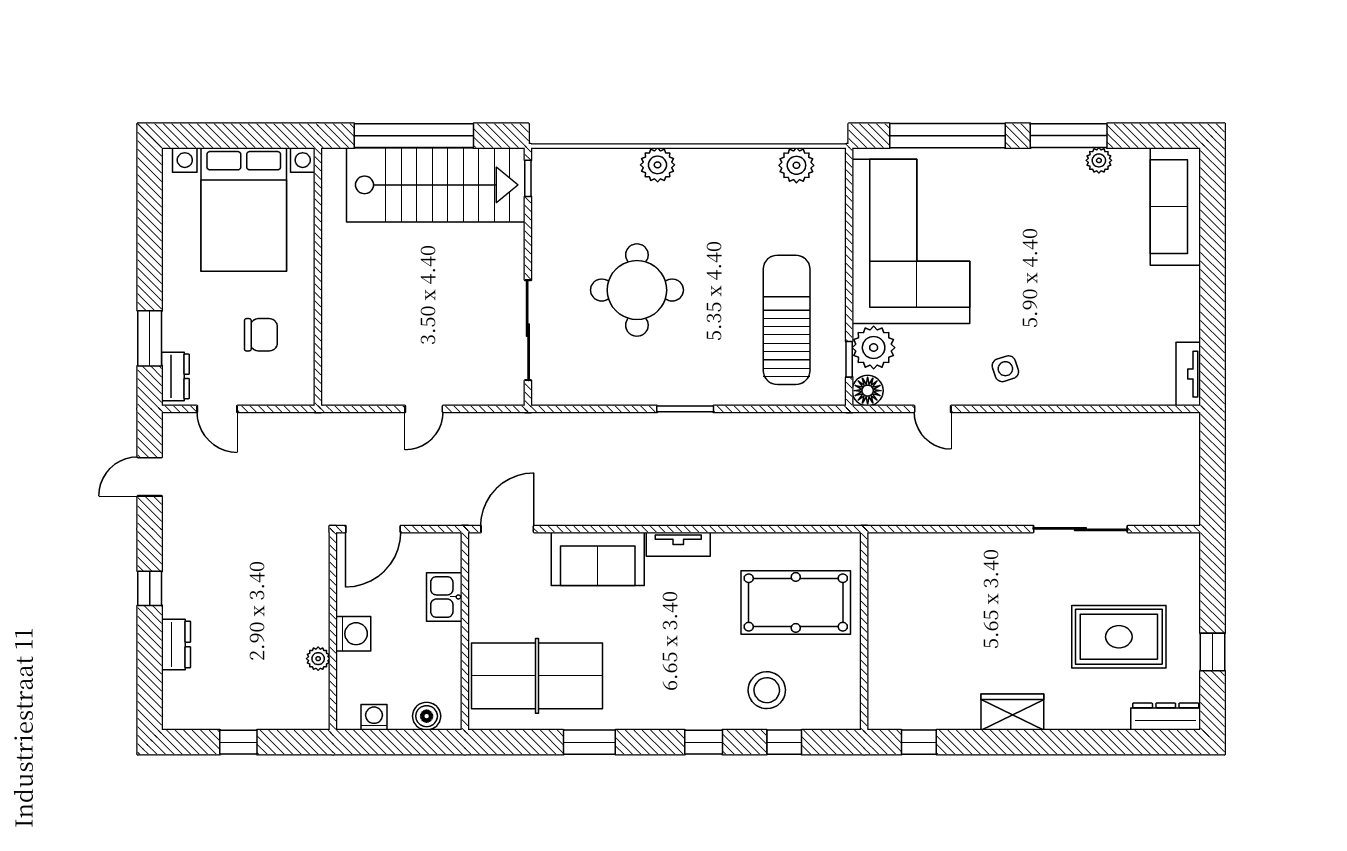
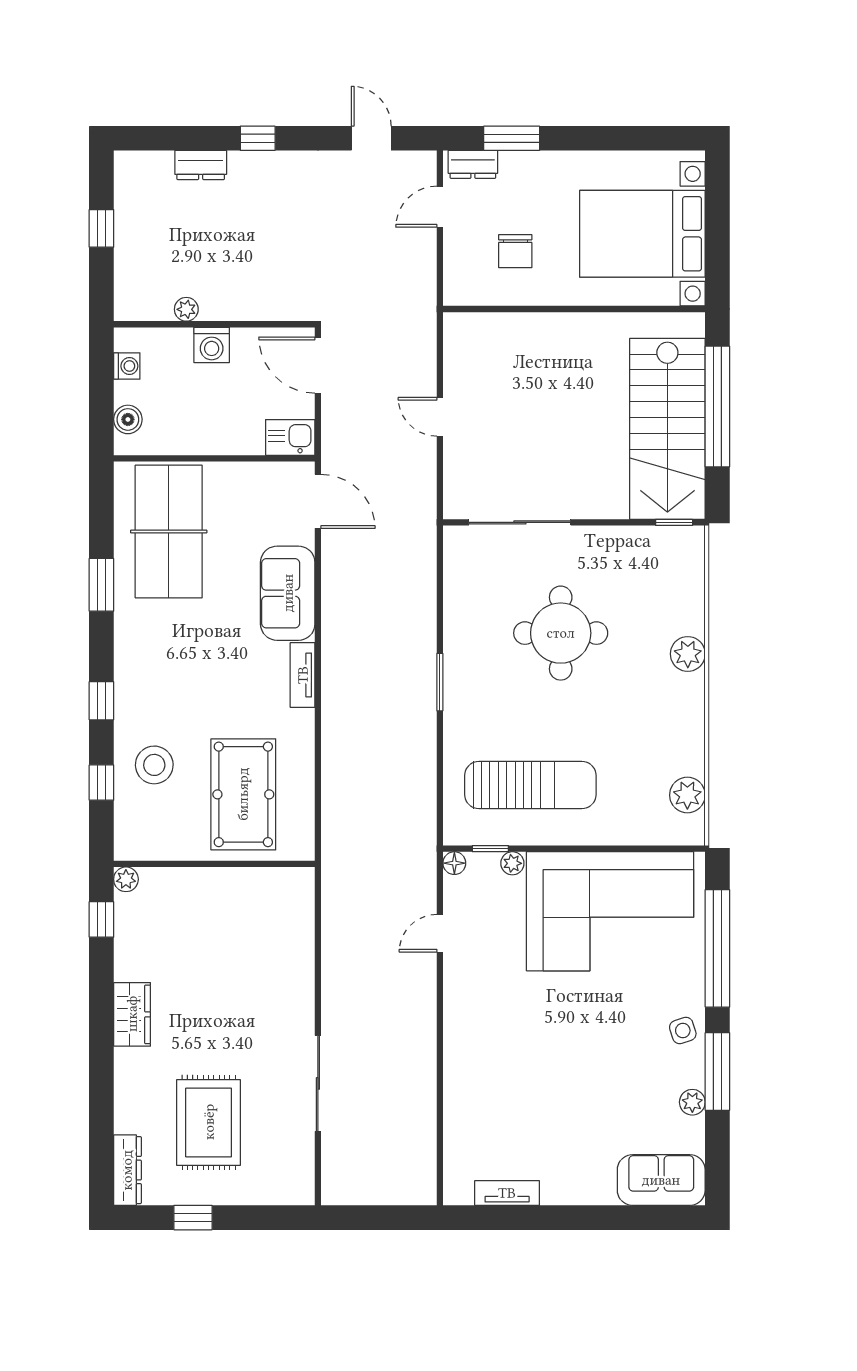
sofa: (1175, 207) -> (661, 1180), width x0.73
plant: (874, 348) -> (512, 863), width x0.53, depth x0.53
side table: (1005, 369) -> (683, 1031), moved
tv unit: (1188, 374) -> (507, 1193), moved
floor lamp: (868, 391) -> (454, 863), width x0.73, depth x0.73
kitchen sink: (444, 597) -> (290, 437), moved
plant: (879, 718) -> (126, 879), added

